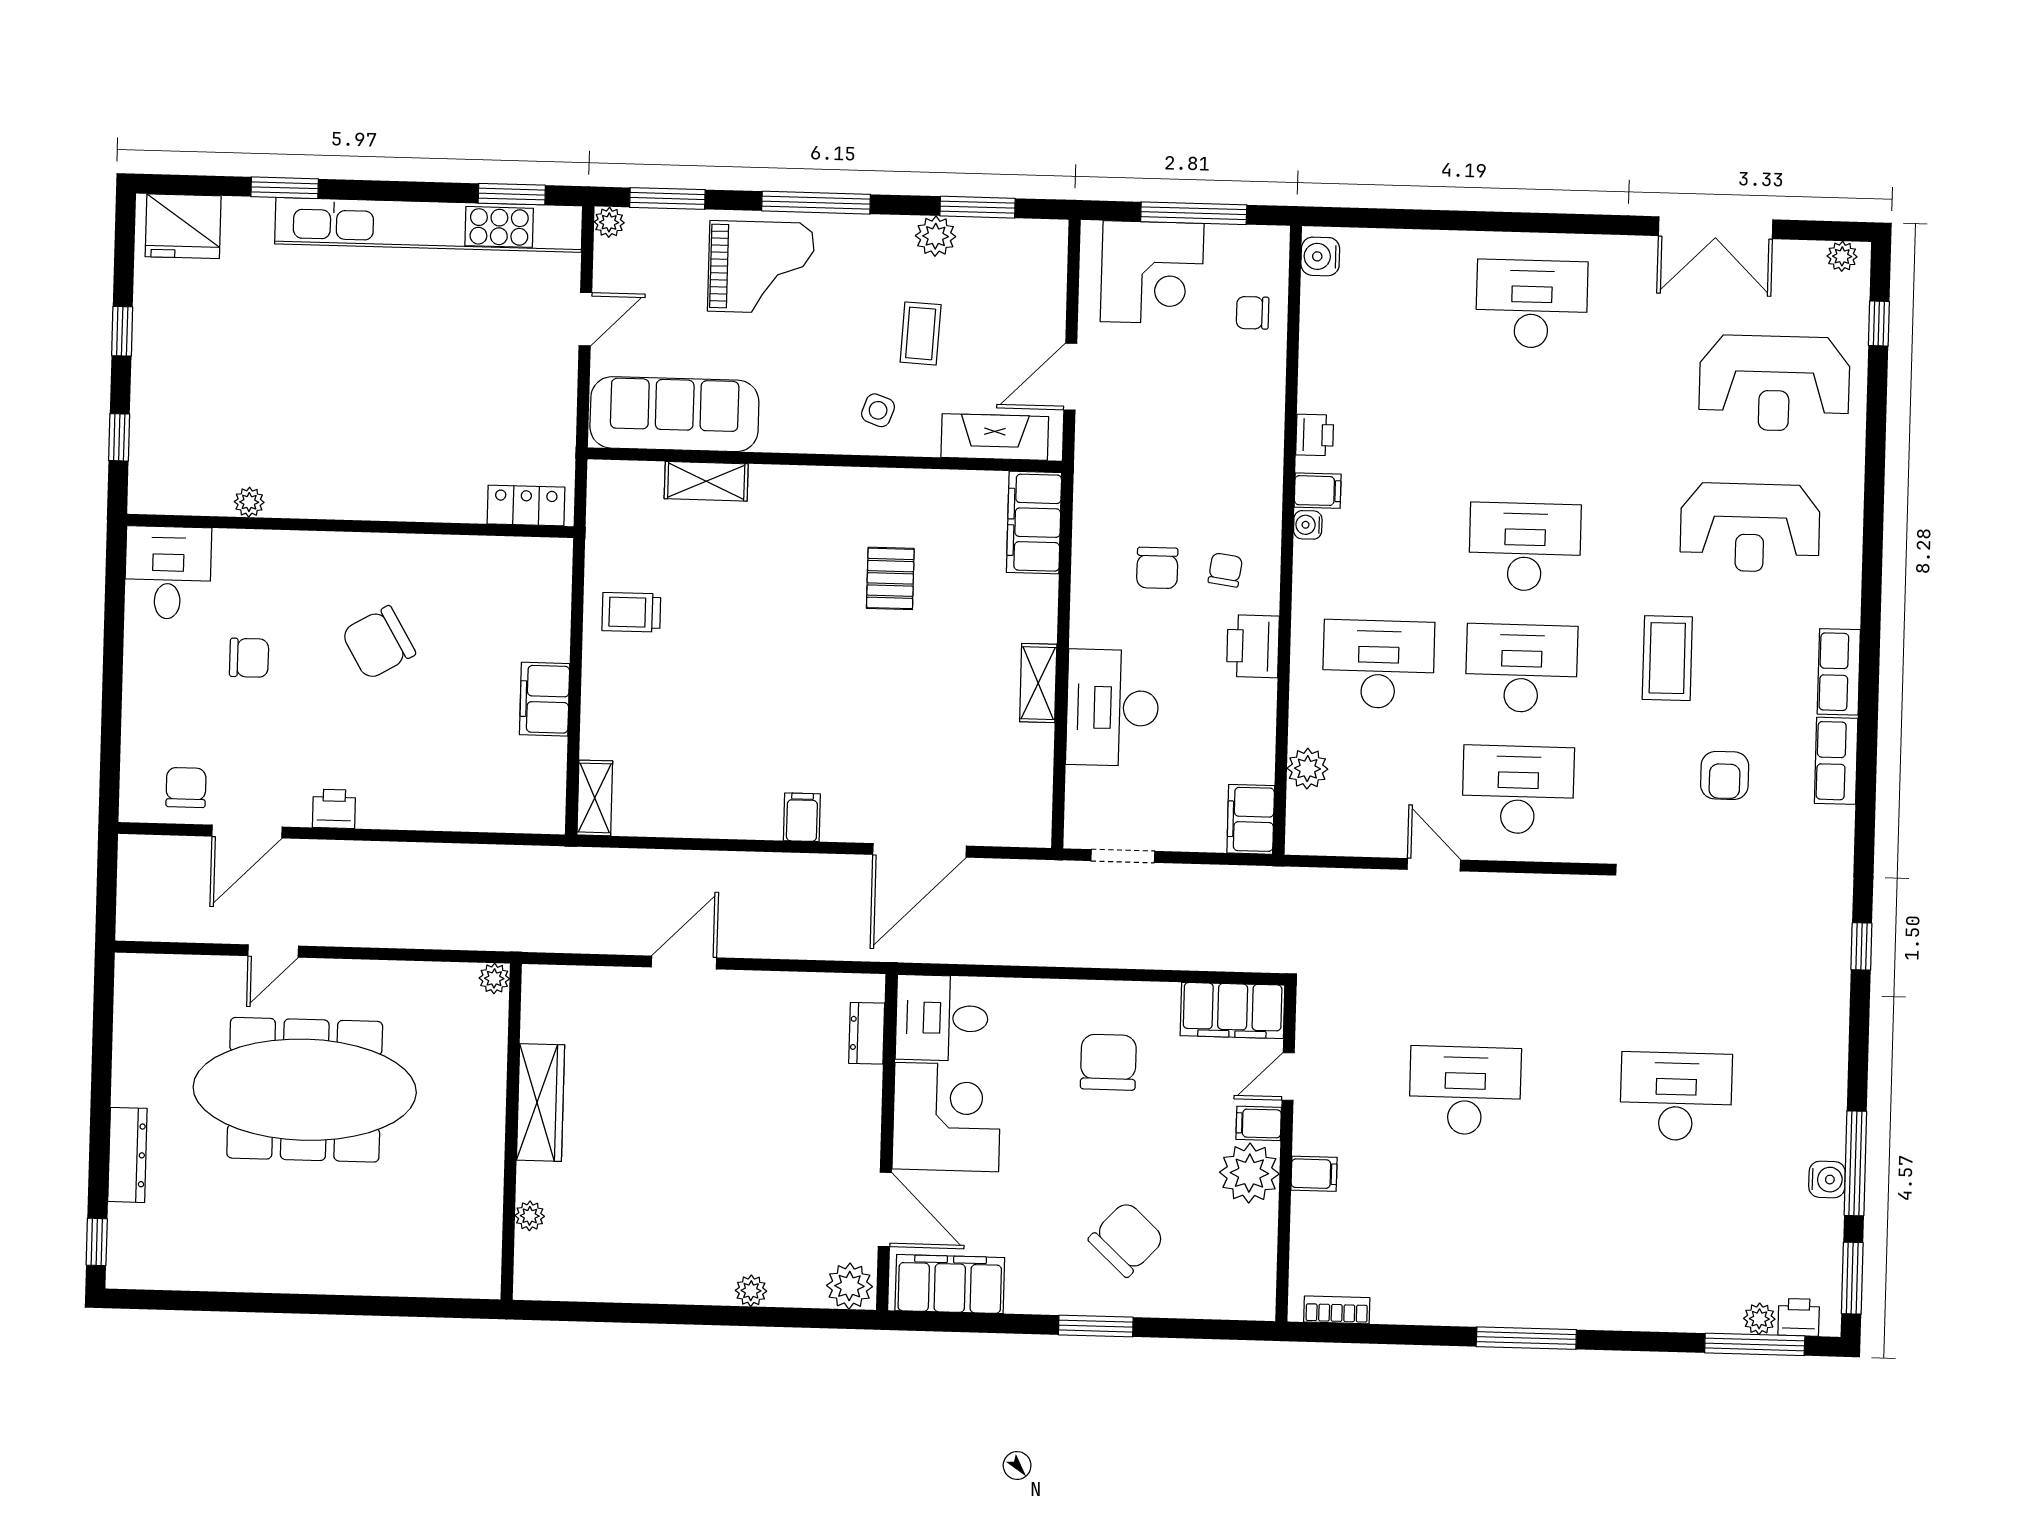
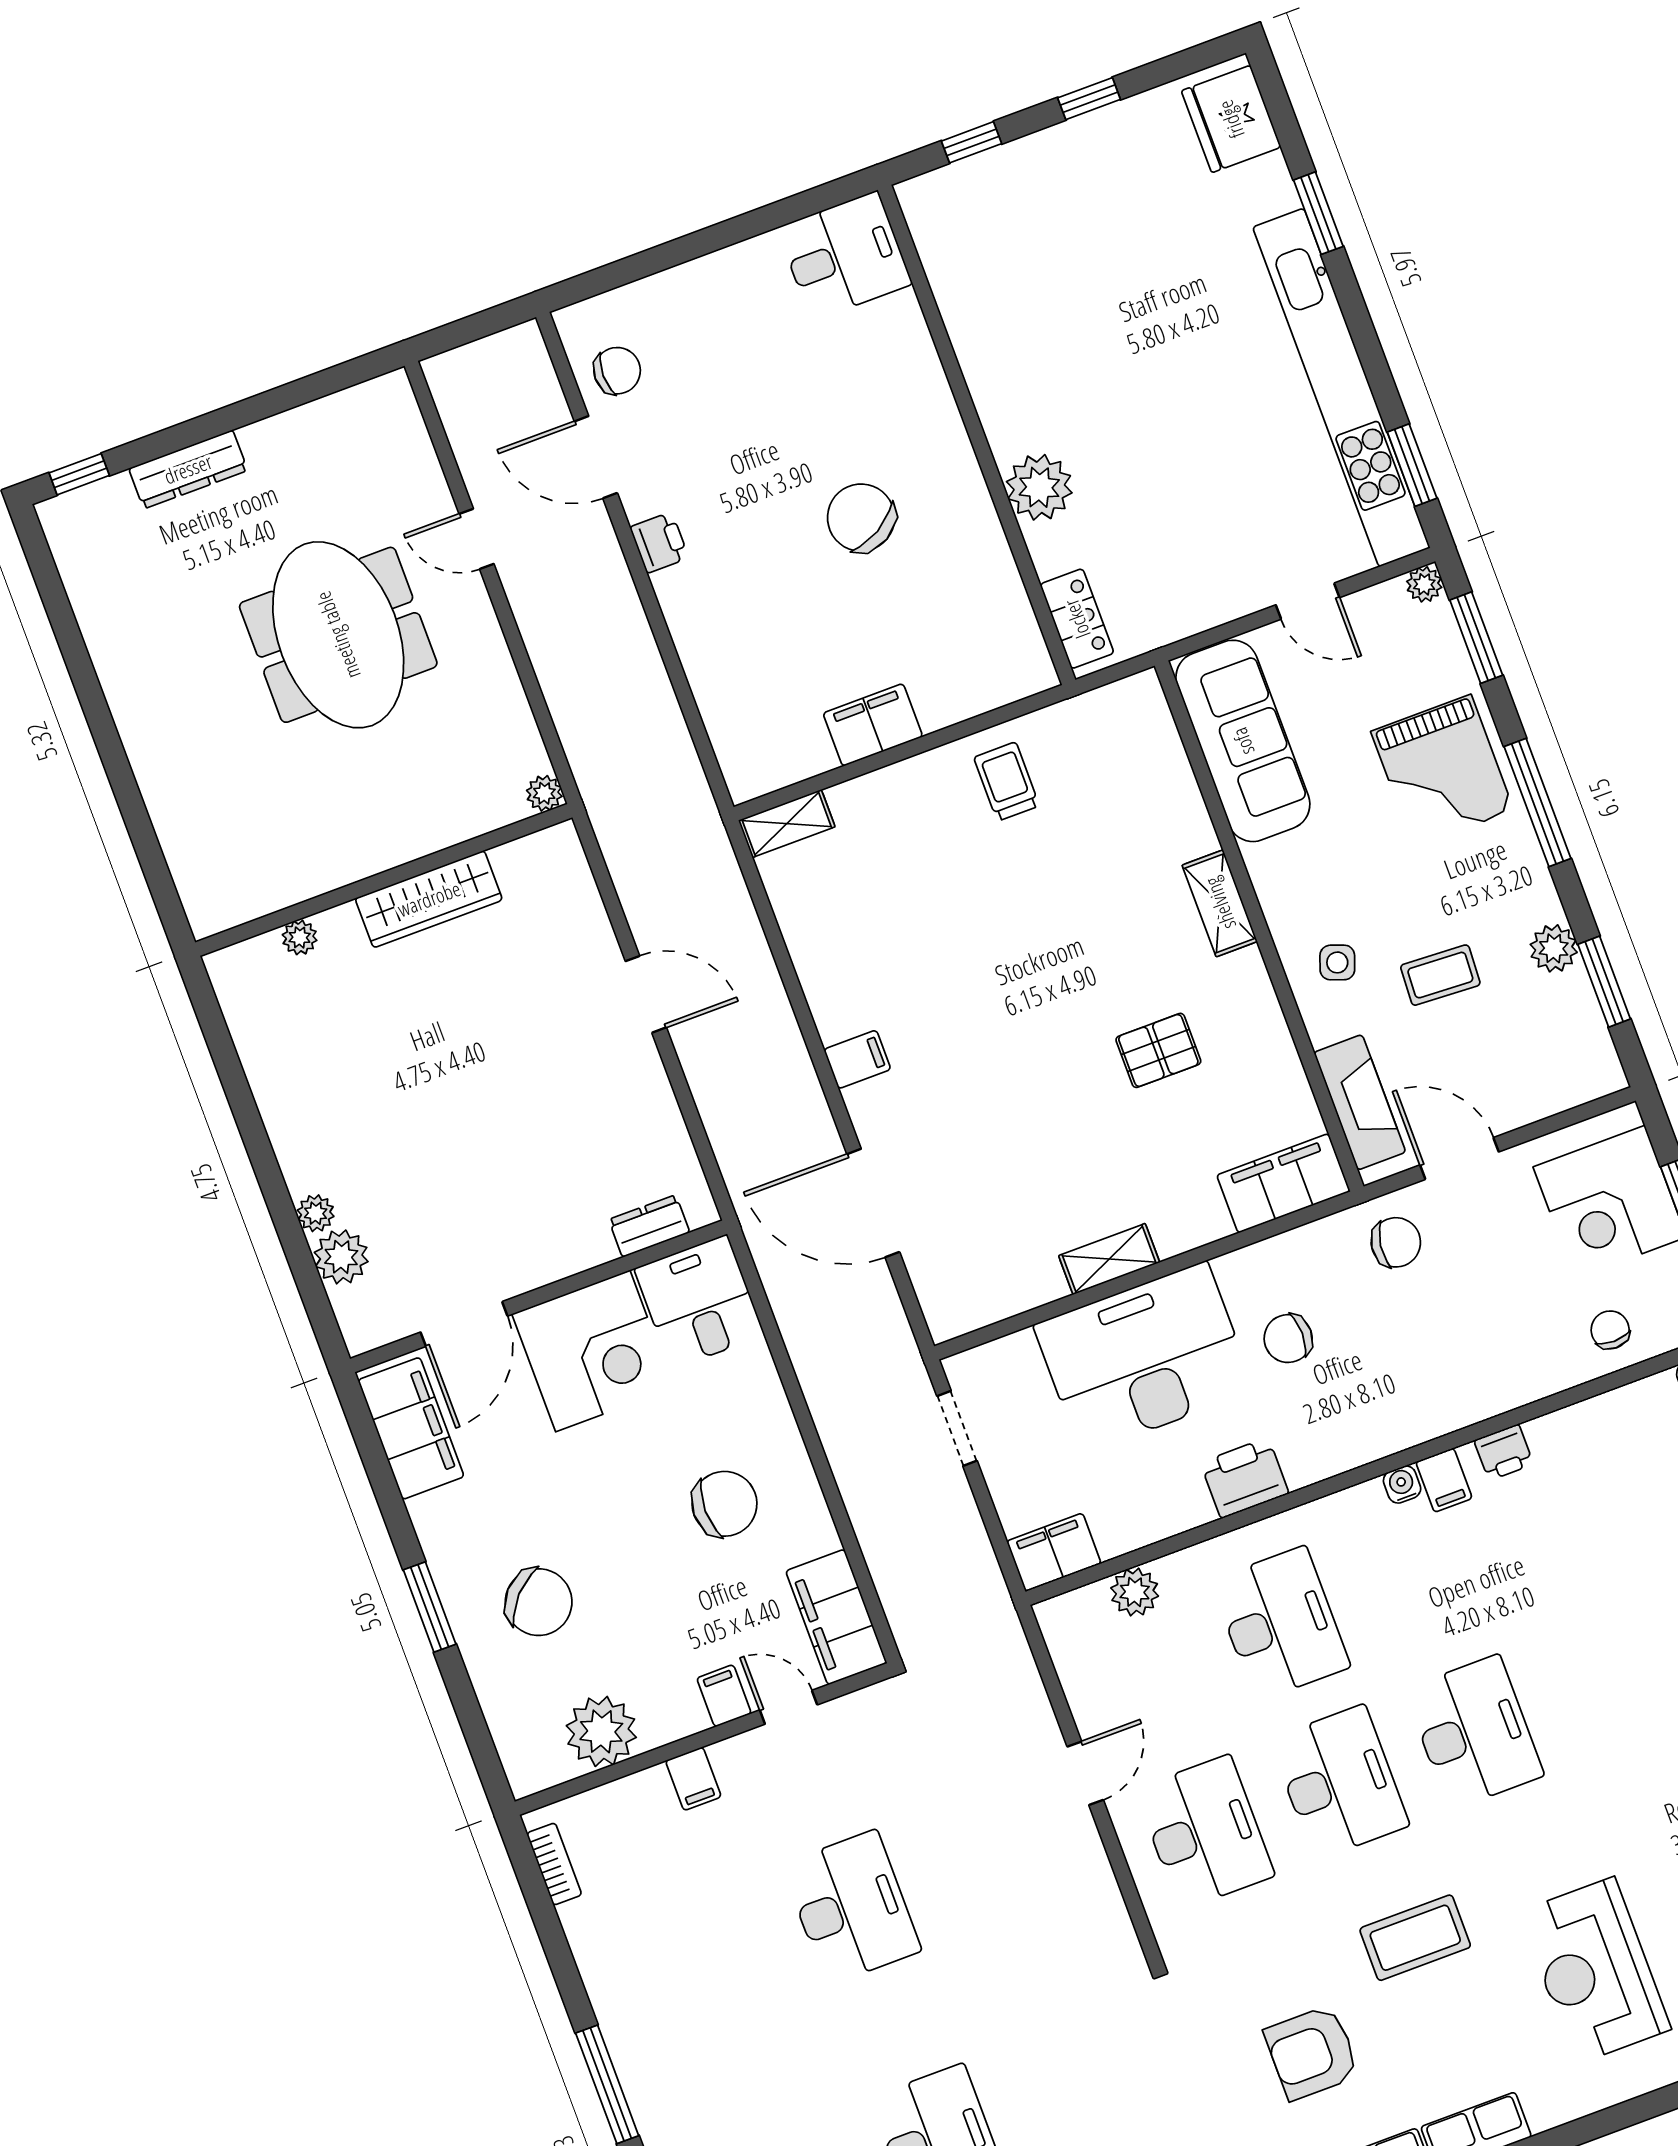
shelving: (706, 481) -> (1220, 903), moved
plant: (249, 502) -> (1039, 487), moved, width x1.87, depth x1.87
chair: (1225, 570) -> (1396, 1242), moved, width x1.37, depth x1.37
chair: (249, 658) -> (787, 382), removed
desk: (1113, 708) -> (1144, 1358), width x1.36, depth x1.30
armchair: (1725, 775) -> (1312, 2053), width x1.38, depth x1.38
meeting table: (305, 1090) -> (338, 635), width x0.73
plant: (1249, 1173) -> (601, 1731), moved
plant: (849, 1286) -> (341, 1257), moved

